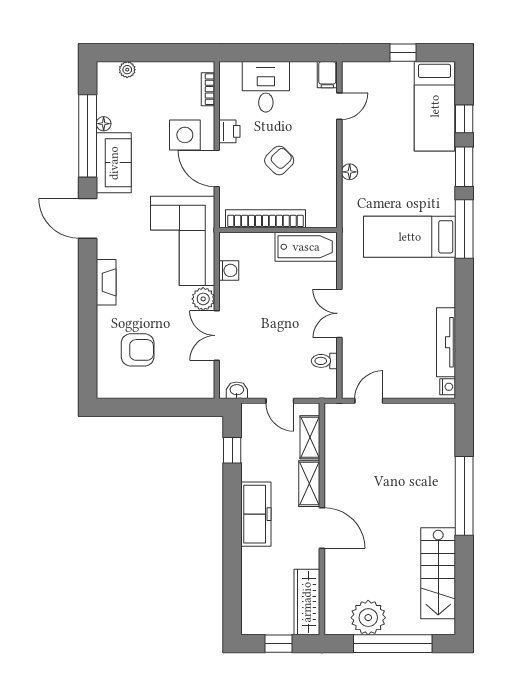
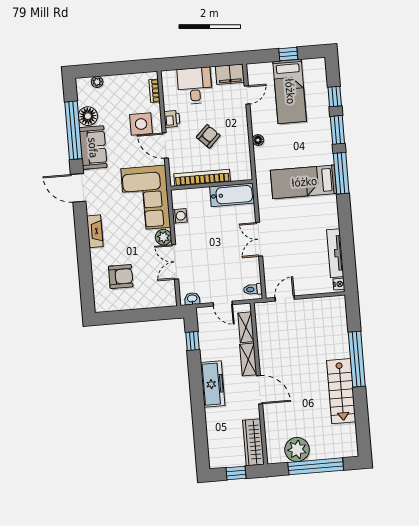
filing cabinet: (327, 75) -> (230, 74), width x2.00
bed: (435, 106) -> (290, 91), moved
floor lamp: (104, 124) -> (88, 116), width x1.89, depth x1.89
toilet: (324, 361) -> (253, 289), moved
stairs: (438, 573) -> (341, 391), moved

